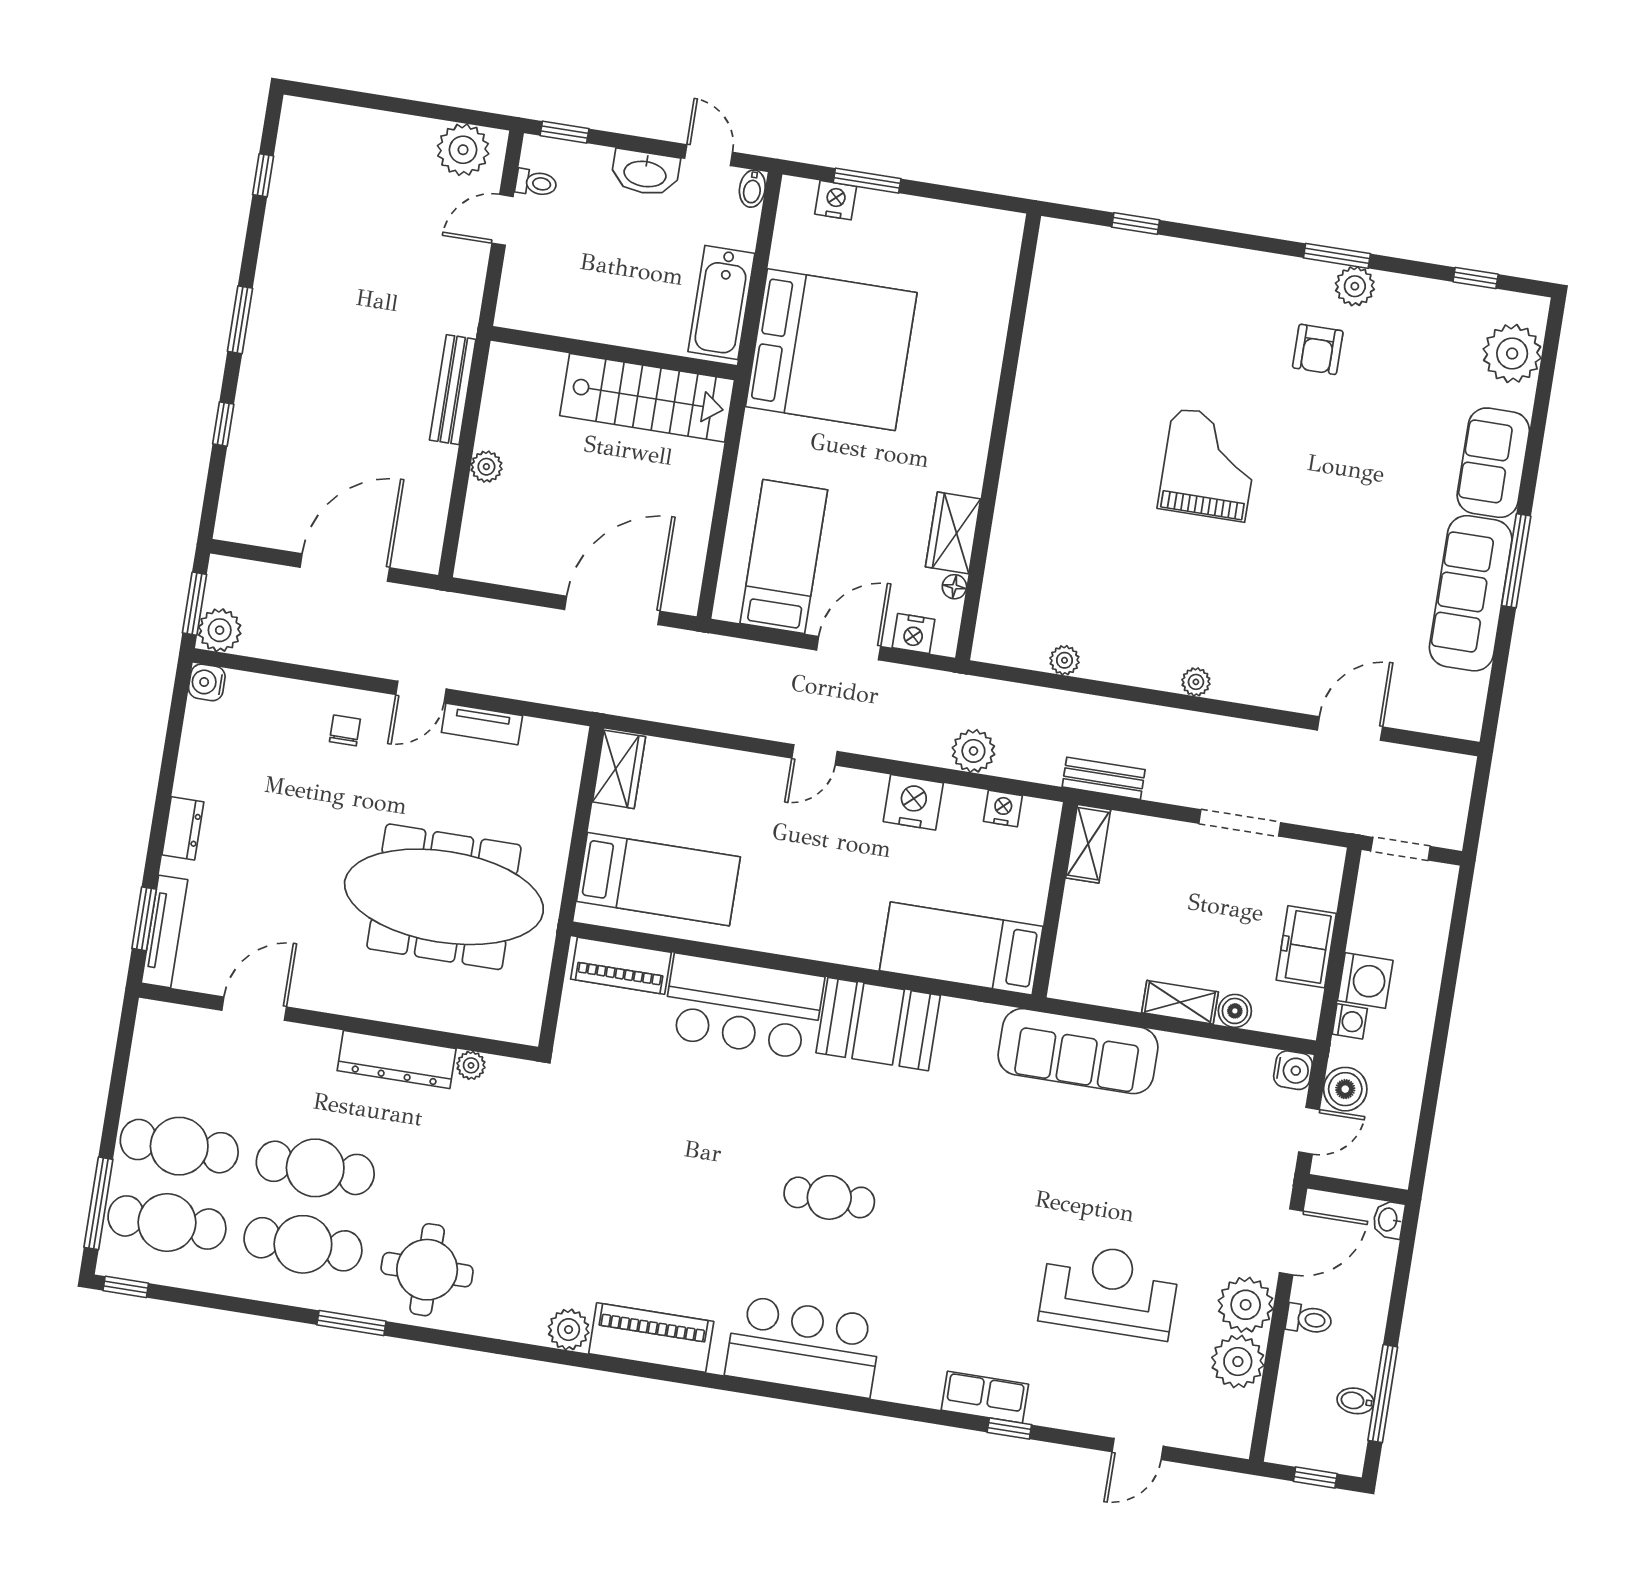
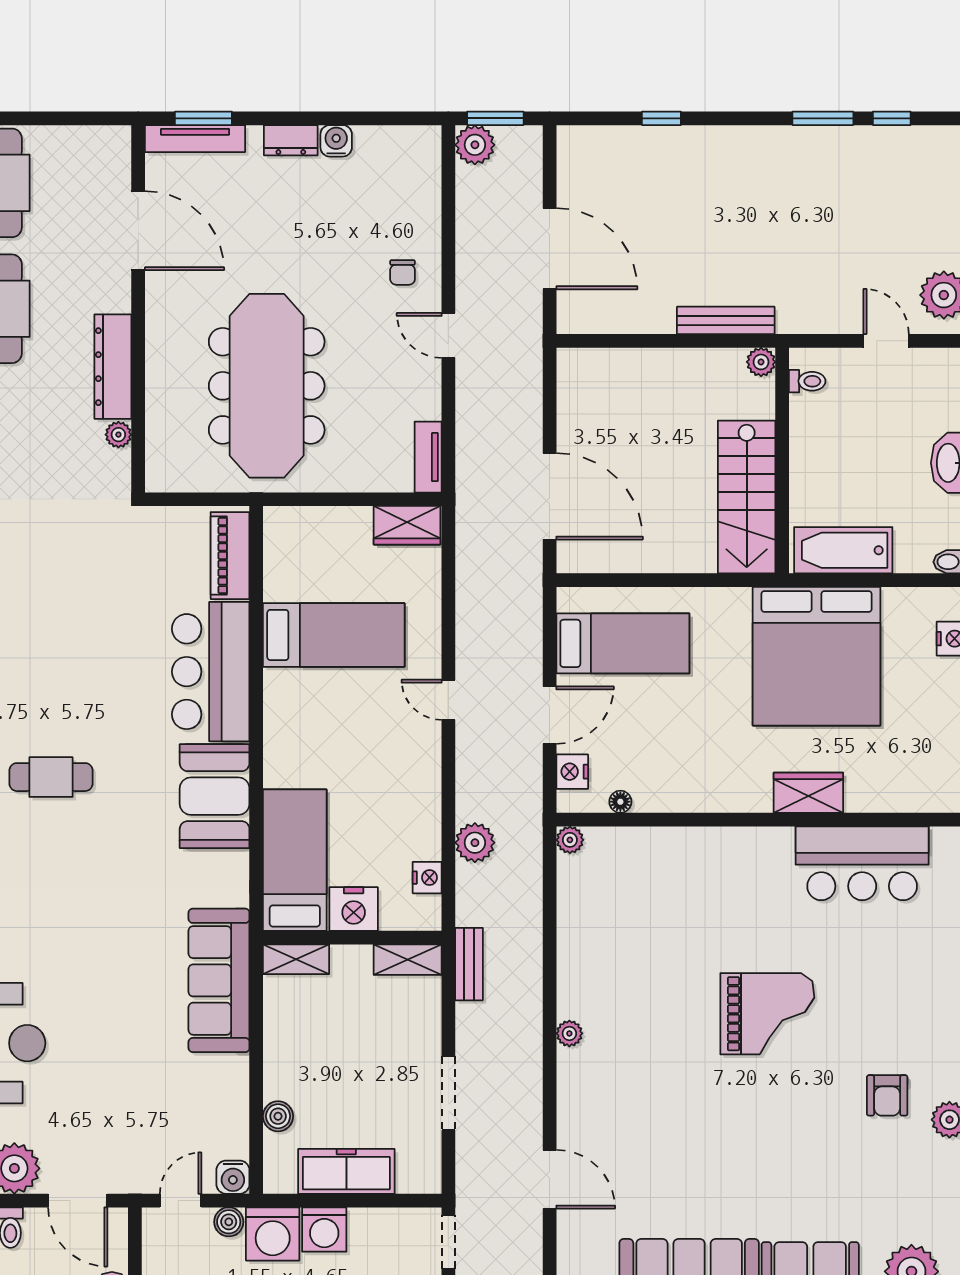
toilet: (536, 183) -> (807, 381), moved, turned -90
window: (240, 320) -> (823, 118), moved
bar counter: (1063, 336) -> (862, 863), added
armchair: (1318, 349) -> (887, 1095), turned -90
plant: (486, 467) -> (761, 362), moved
wardrobe: (953, 533) -> (808, 793), moved
door: (849, 648) -> (550, 715), hinge flipped
plant: (1064, 660) -> (570, 840), moved
water cooler: (207, 682) -> (336, 141), moved
tv unit: (482, 724) -> (428, 457), moved
chair: (345, 730) -> (403, 272), turned 90
nightstand: (913, 802) -> (354, 909), moved, turned 90
bed: (658, 879) -> (334, 635), moved, turned -90
freezer: (1306, 947) -> (346, 1171), width x1.40
shelving: (1180, 1002) -> (296, 959), moved, turned 90
door: (254, 1009) -> (138, 231), width x1.36
washing machine: (1350, 1021) -> (273, 1234), width x1.89, depth x1.89
boiler: (1345, 1089) -> (229, 1222), width x0.73, depth x0.73
door: (1309, 1131) -> (181, 1201), swing flipped
cafe table: (829, 1197) -> (51, 777), turned 90

